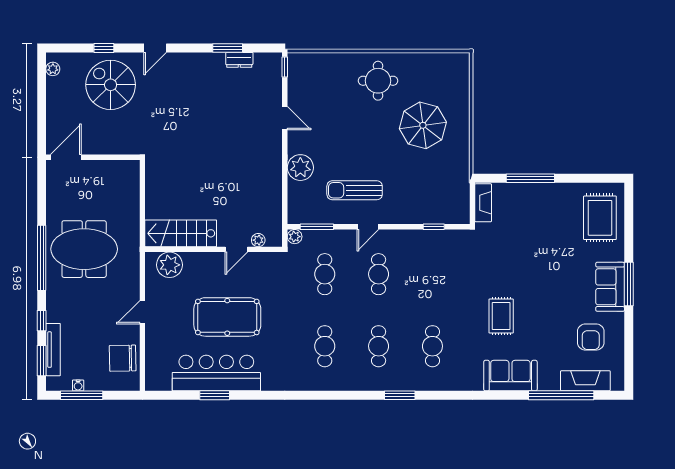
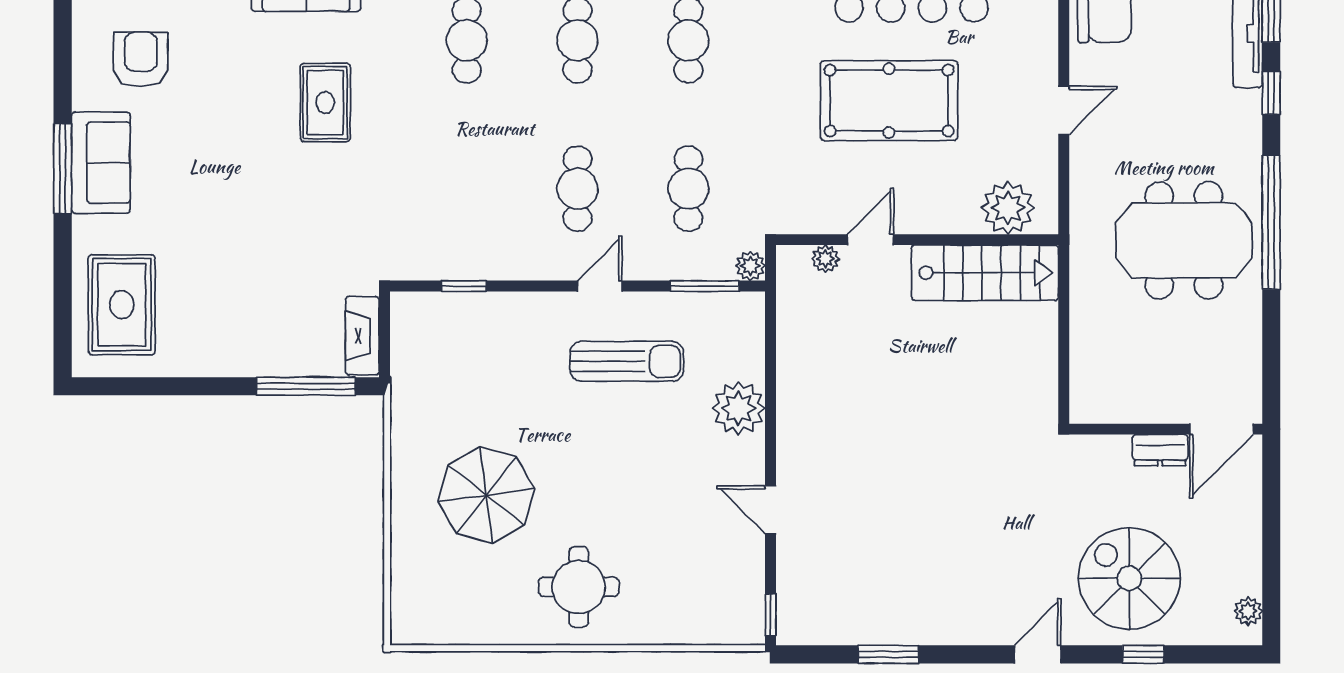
dresser: (239, 60) -> (1160, 450), moved, turned 180
spiral stairs: (111, 85) -> (1129, 578), turned 180
window: (530, 178) -> (306, 386), moved

